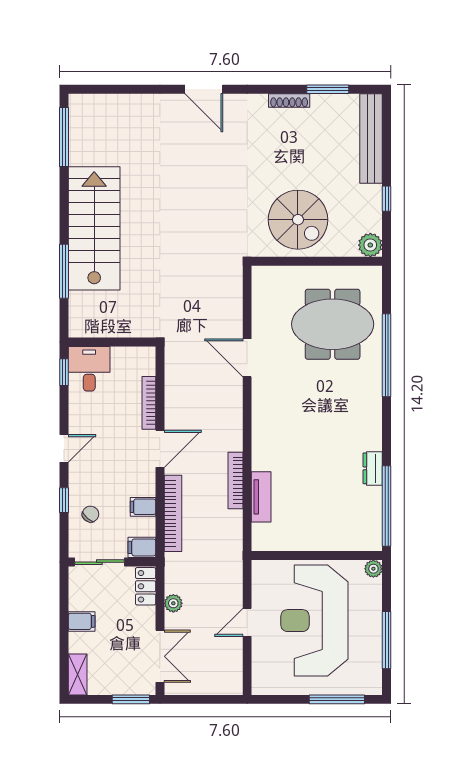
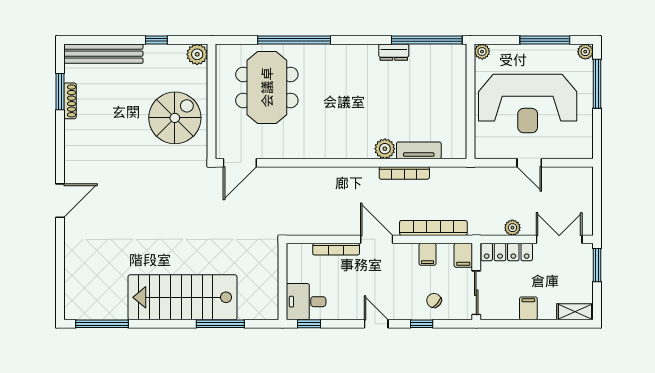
shoe rack: (289, 101) -> (70, 101), moved
door: (247, 358) -> (240, 163), moved
plant: (263, 458) -> (385, 149), added
locker: (146, 586) -> (507, 252), width x1.53
plant: (373, 686) -> (585, 52), added

